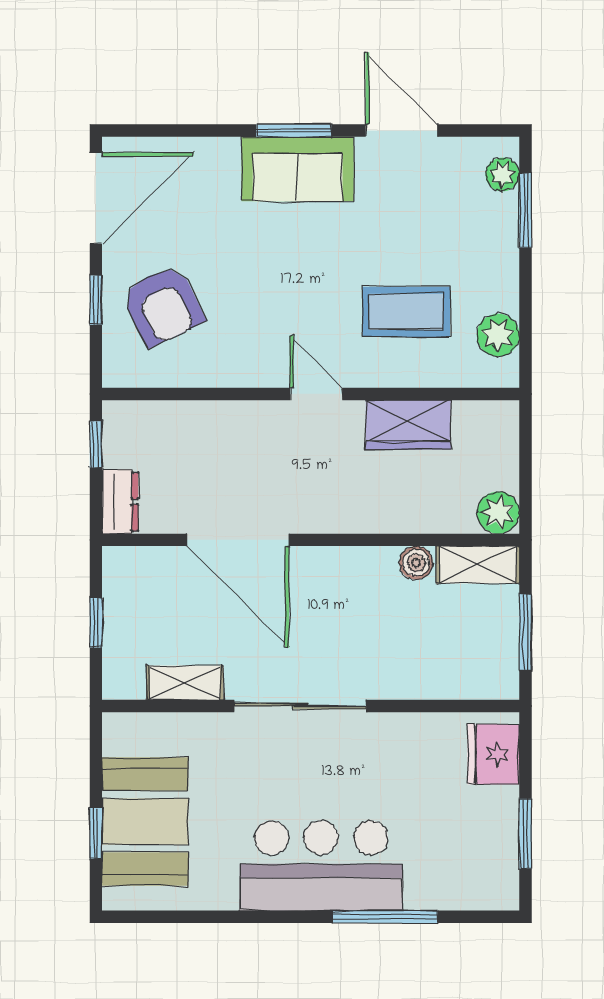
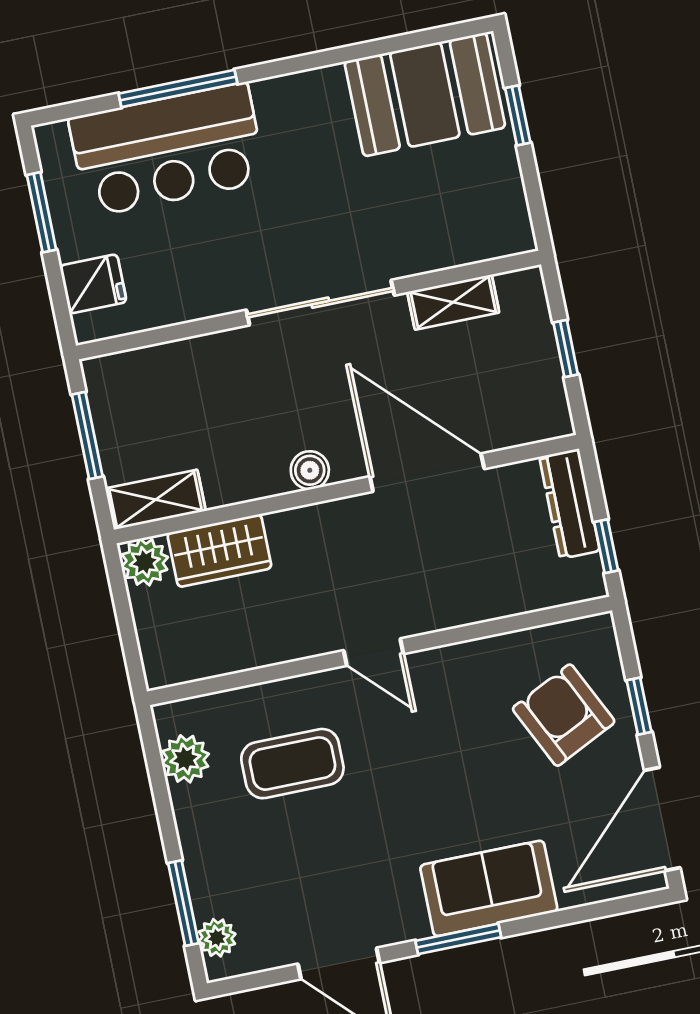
sofa: (298, 169) -> (489, 888), moved
wardrobe: (408, 425) -> (219, 551), moved, turned 180
dresser: (120, 502) -> (570, 504), width x1.44
boiler: (416, 563) -> (310, 470), moved
fridge: (493, 754) -> (93, 284), width x0.72
booth: (145, 821) -> (425, 94), moved, turned 90
bar counter: (321, 866) -> (167, 150), moved

